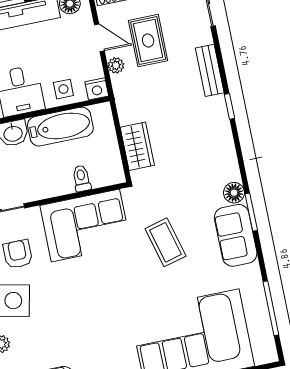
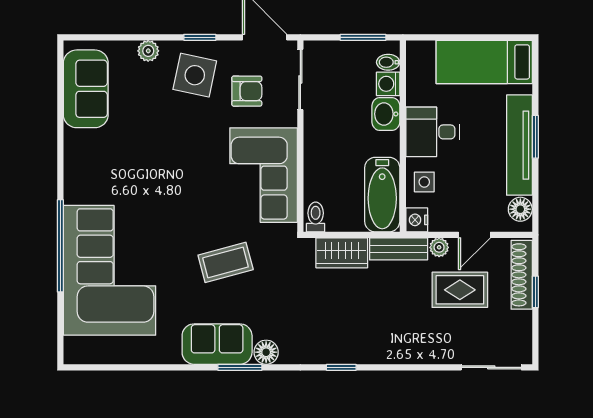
bench: (210, 70) -> (399, 249), moved
window: (230, 106) -> (341, 367), moved
bathtub: (60, 127) -> (382, 195), moved
toilet: (81, 178) -> (316, 217), moved, turned -90
window: (271, 308) -> (126, 367), removed

